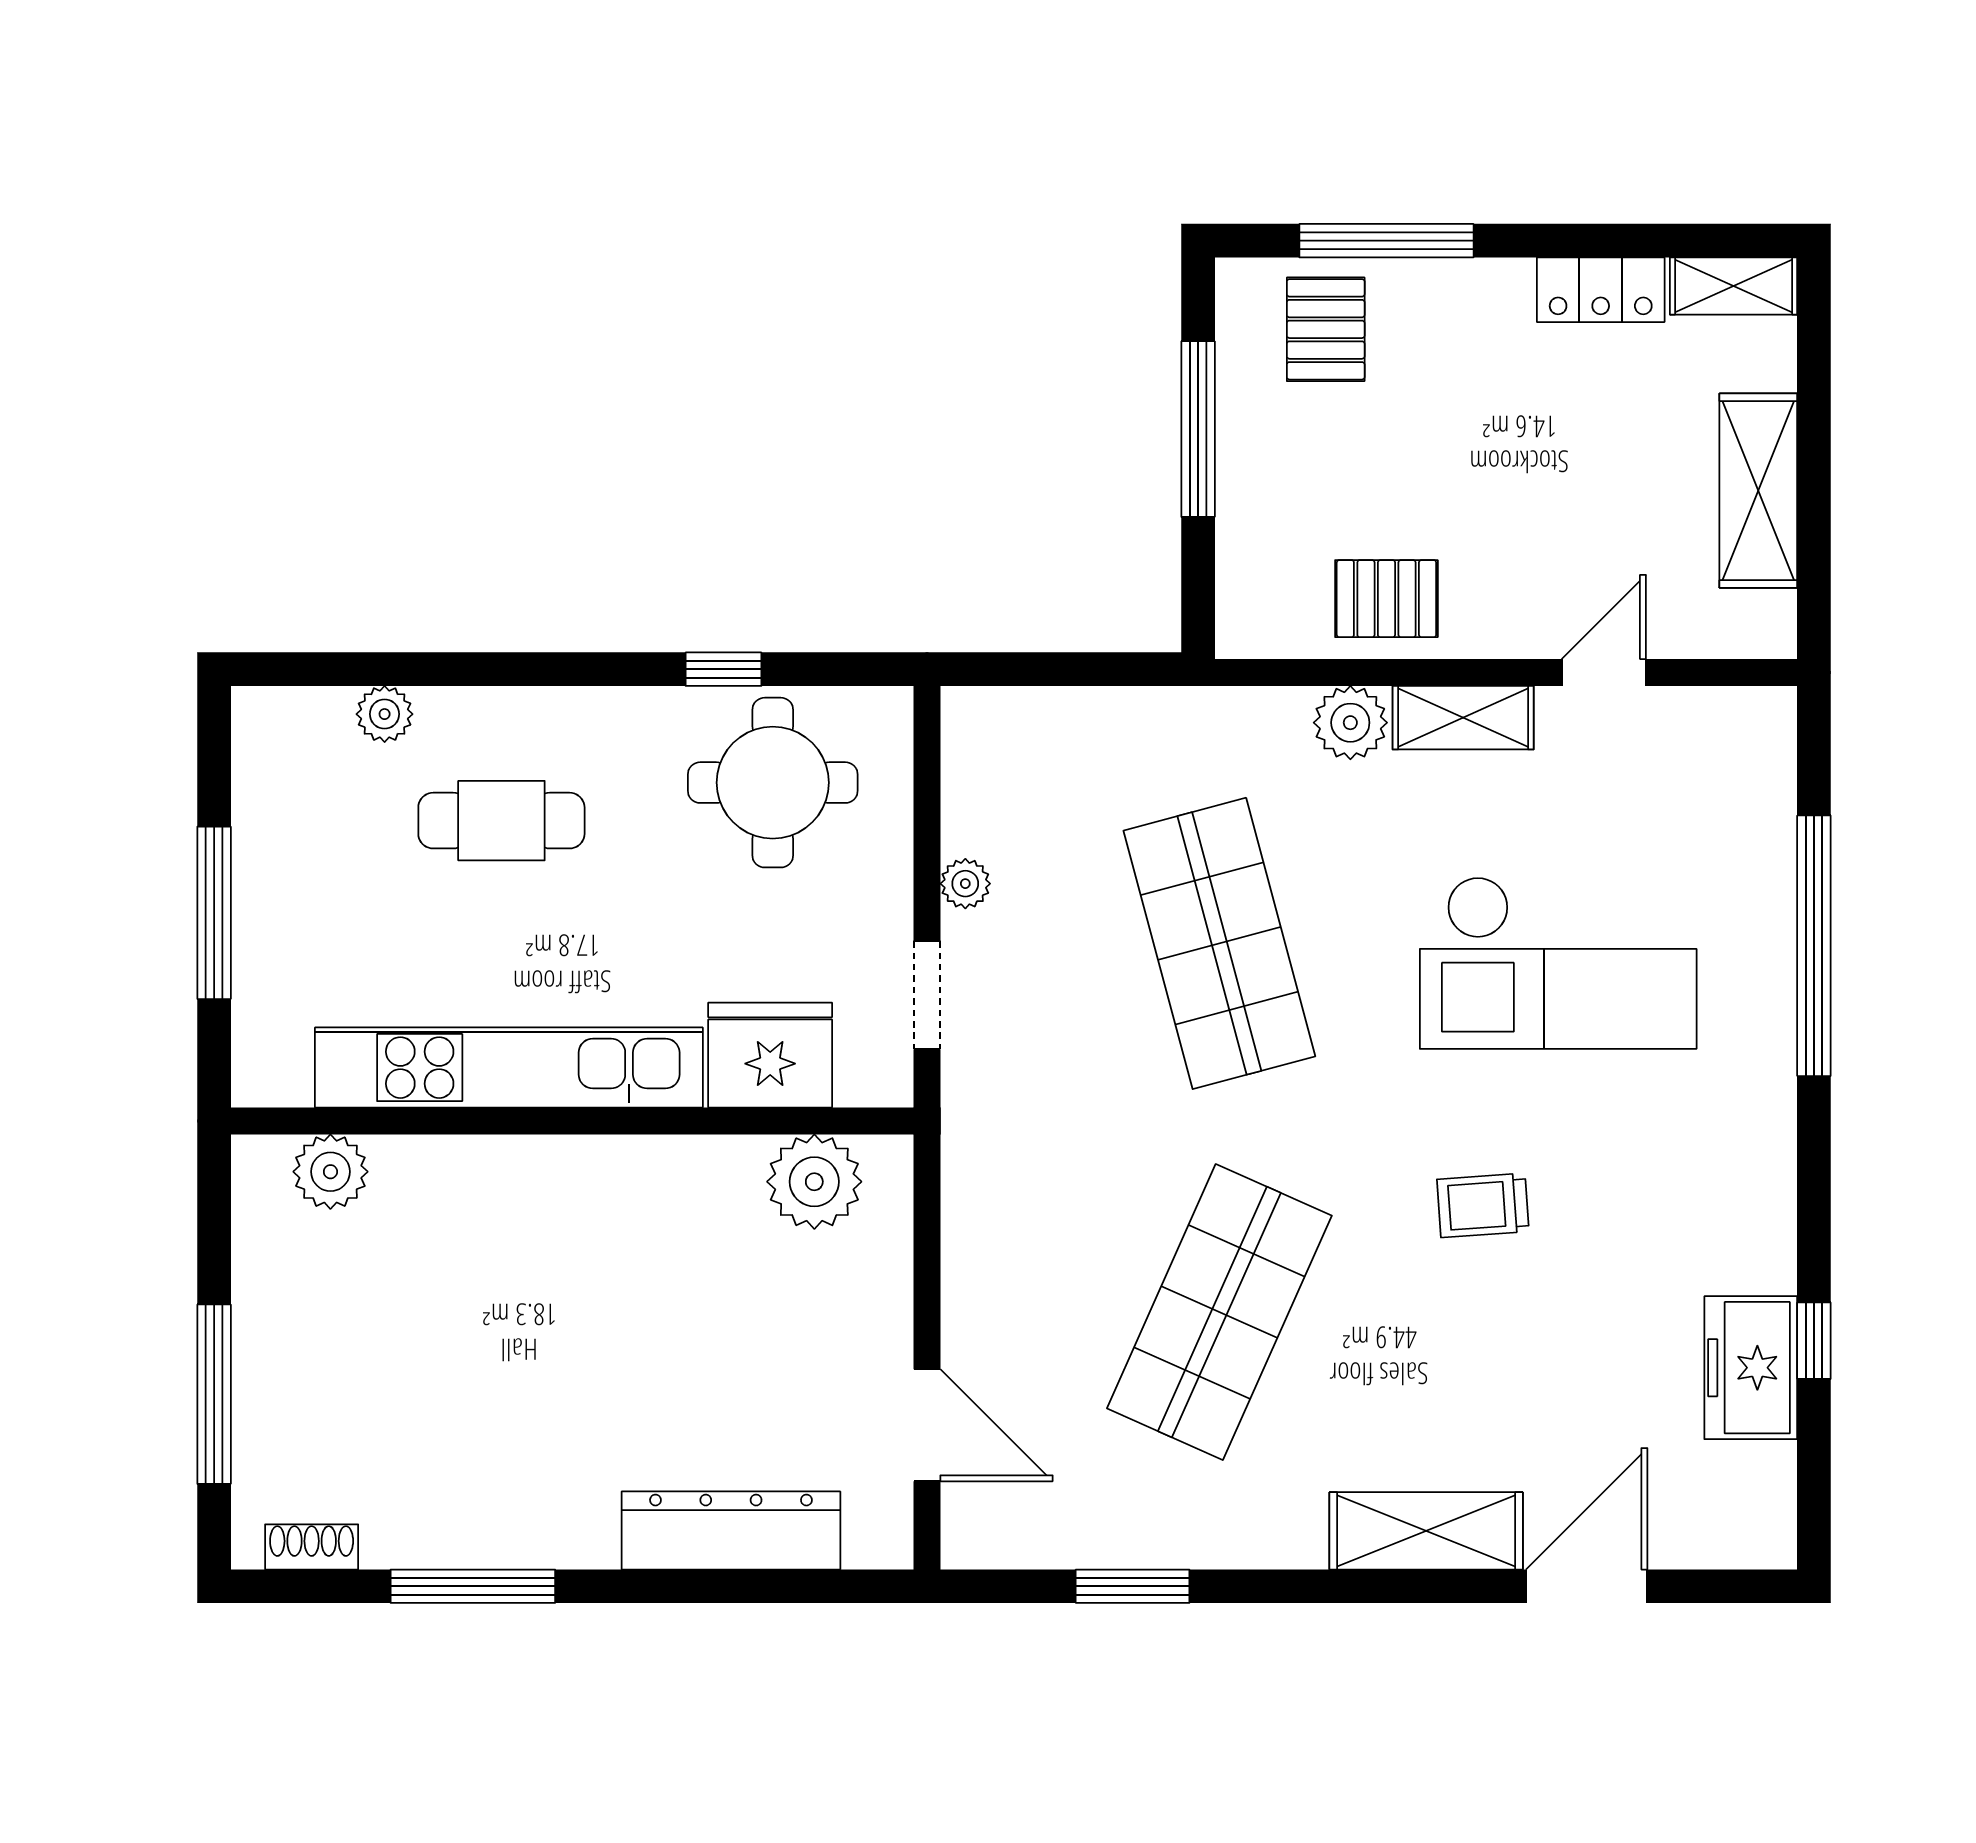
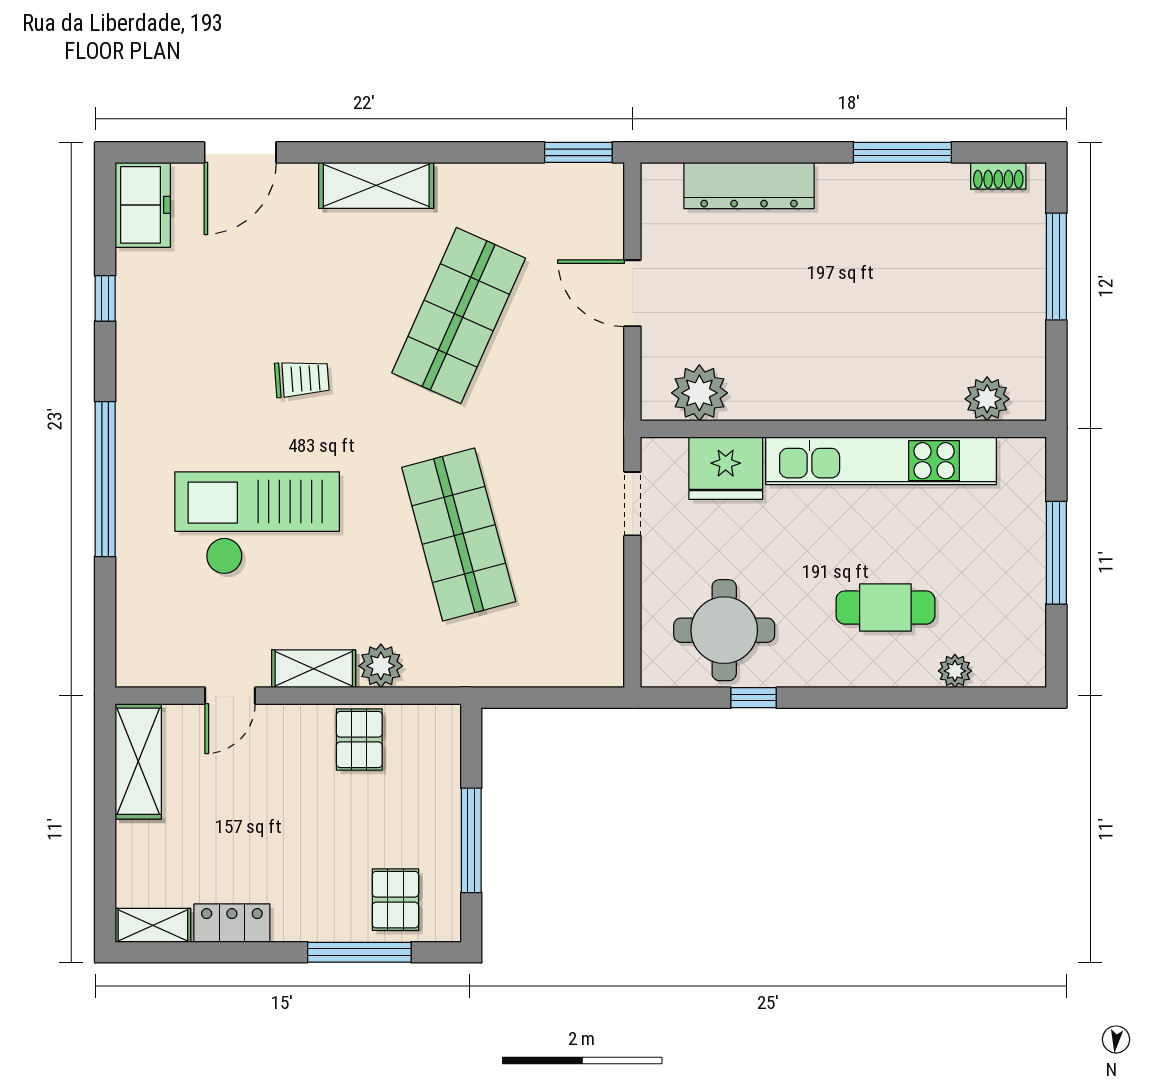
shelving: (1758, 491) -> (138, 761), moved
pallet: (1386, 599) -> (359, 740), turned 90
plant: (965, 884) -> (610, 570), removed
window: (1814, 946) -> (105, 479), moved
freezer: (1751, 1368) -> (143, 205), moved
door: (927, 1425) -> (632, 293), moved
shelving: (1426, 1531) -> (376, 185), moved
window: (1133, 1586) -> (578, 152), moved

